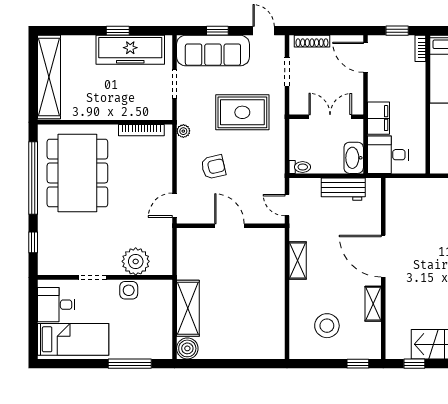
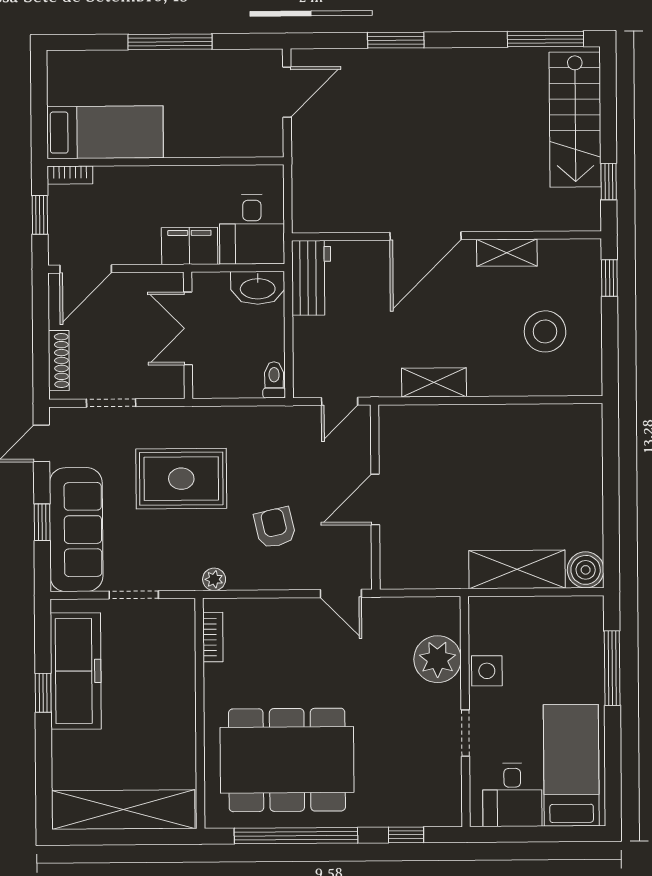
rug: (242, 112) -> (181, 479), turned 90
bookcase: (141, 130) -> (213, 637), width x0.64
workbench: (343, 189) -> (311, 278), moved

